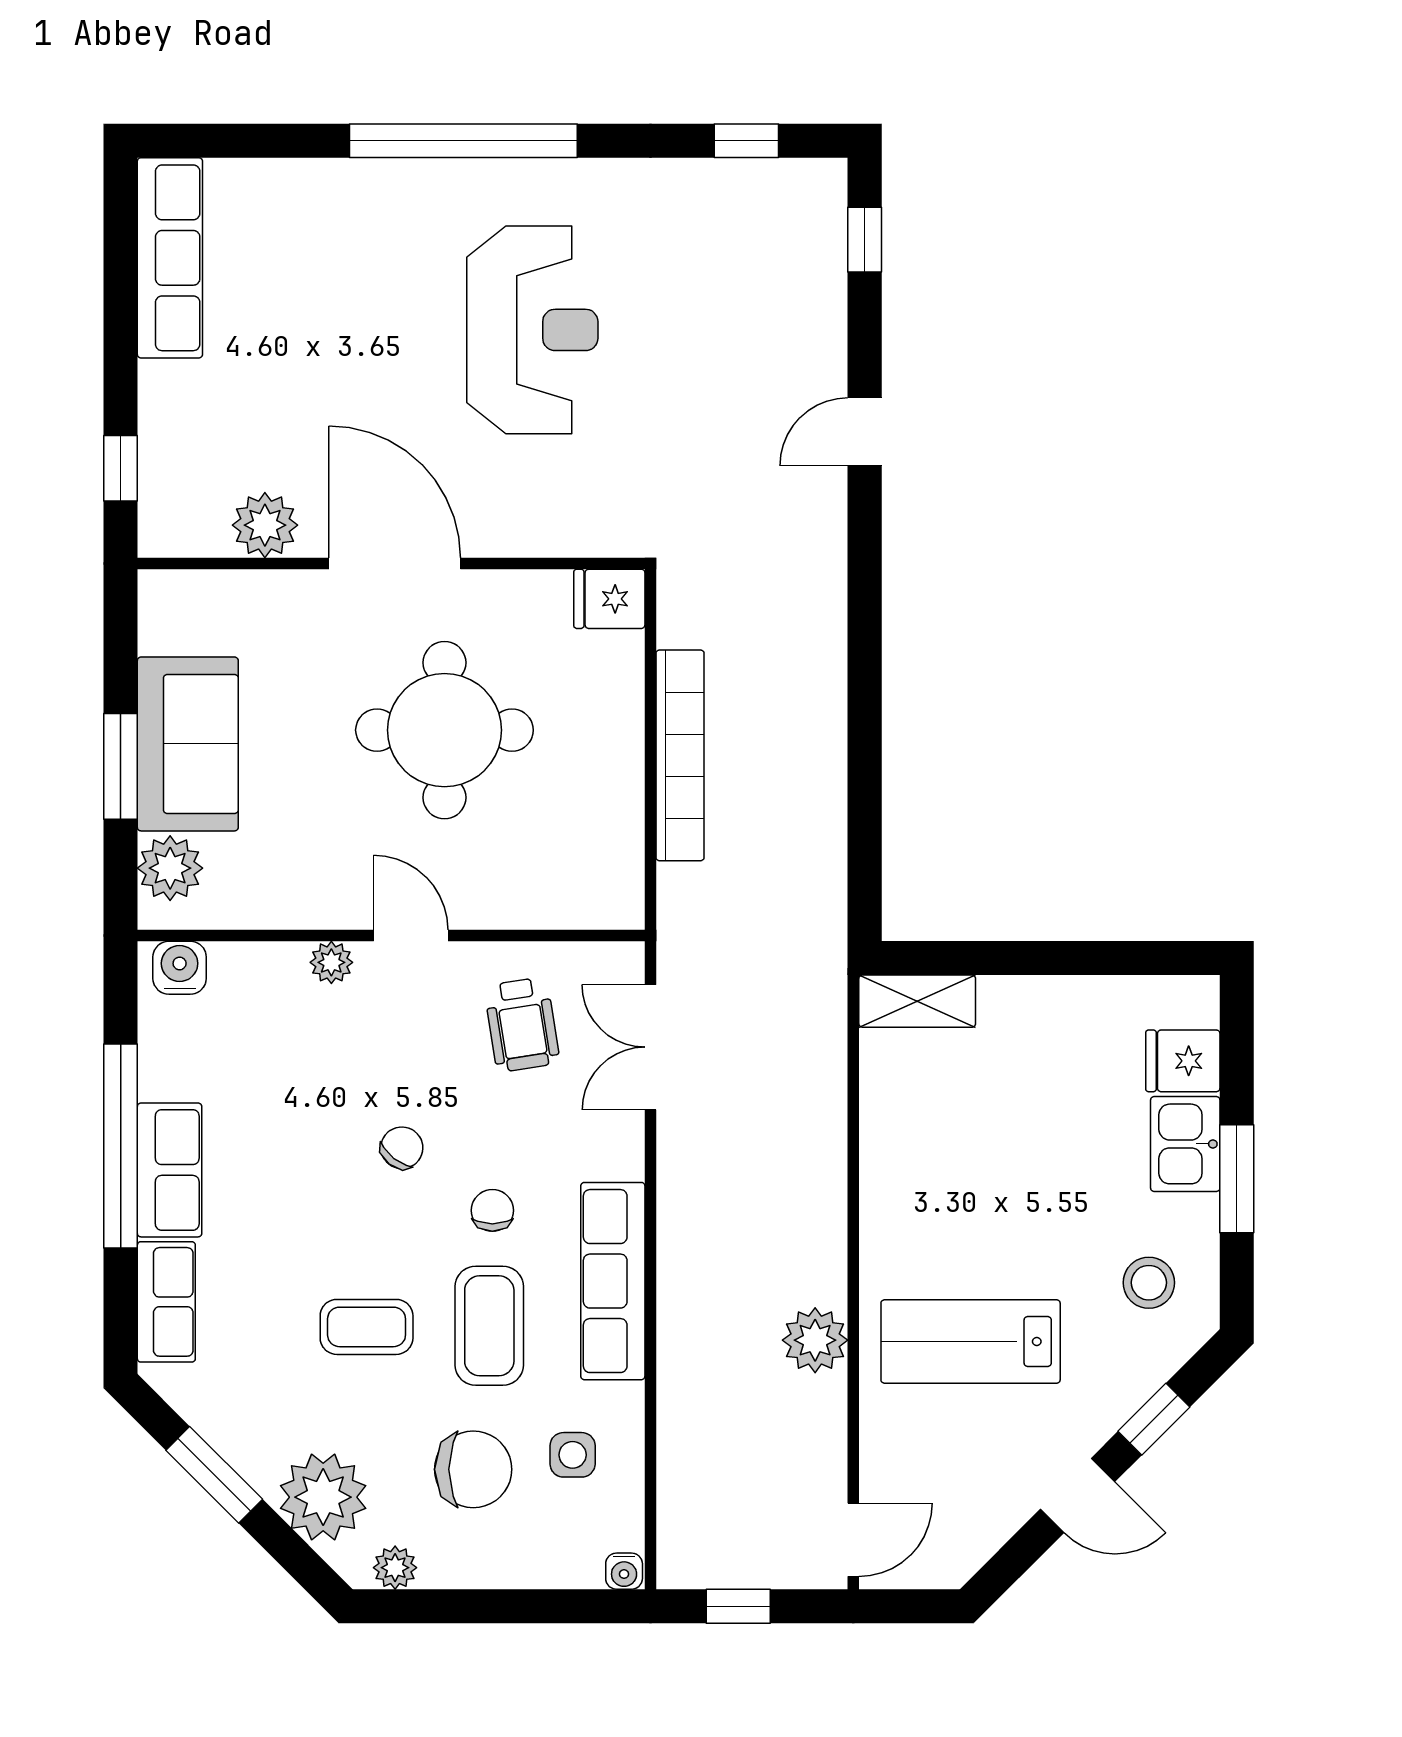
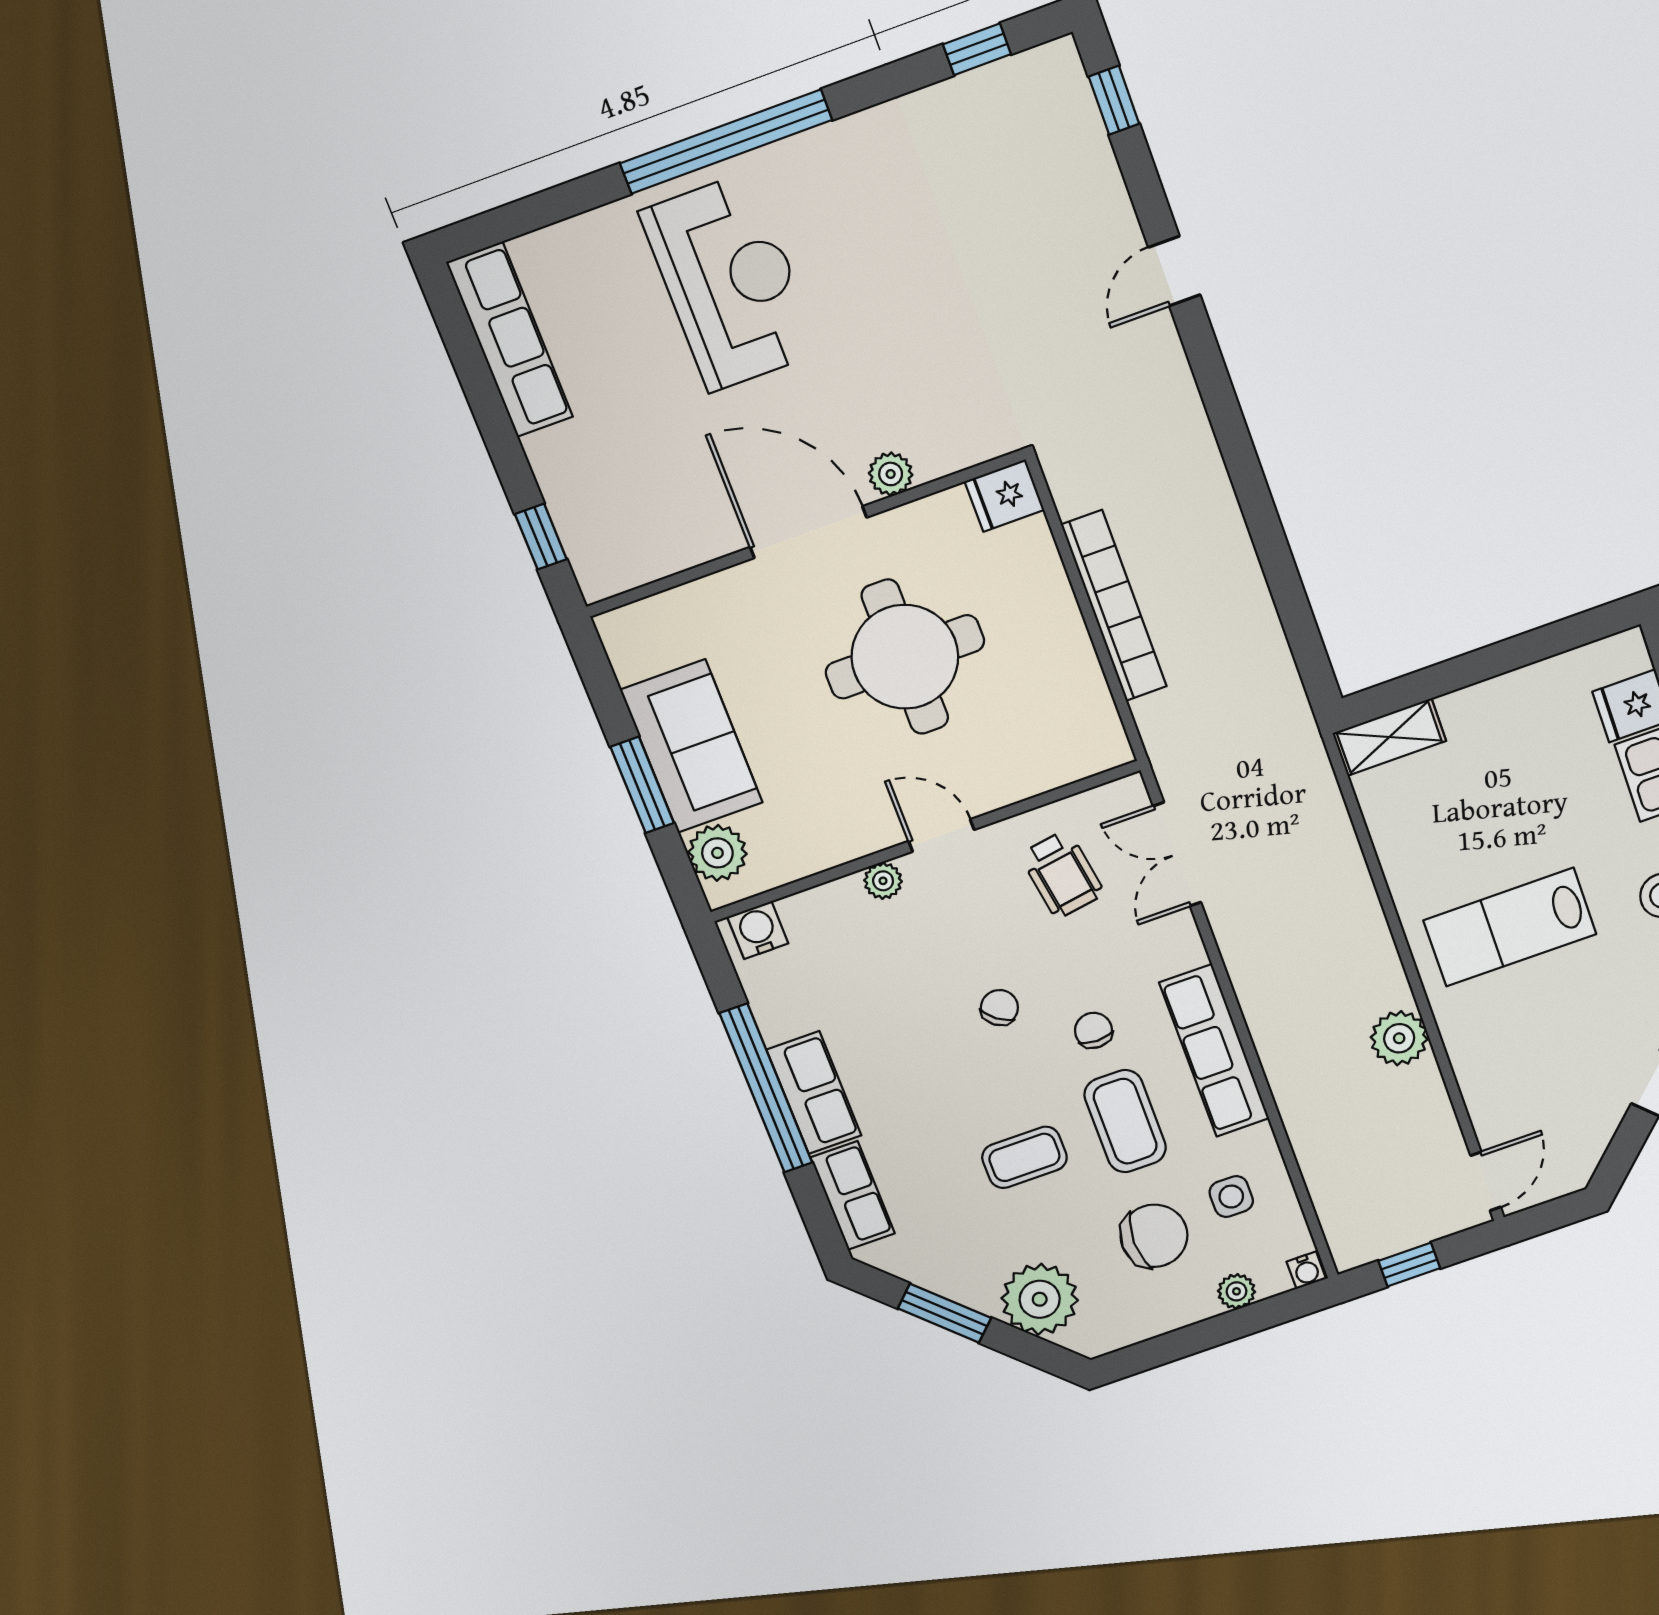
reception desk: (532, 330) -> (730, 282), moved
plant: (265, 525) -> (891, 474), moved, width x0.73, depth x0.73
lab bench: (971, 1342) -> (1510, 927), moved
plant: (395, 1568) -> (1237, 1291), moved

